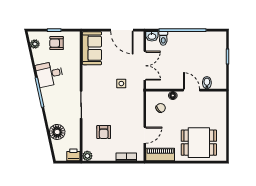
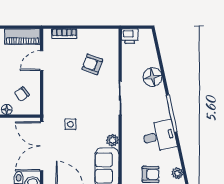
double door: (145, 66) -> (42, 146), width x1.37
floor lamp: (57, 132) -> (153, 77), moved
armchair: (104, 132) -> (92, 64), turned -70
plant: (87, 156) -> (113, 140), moved

